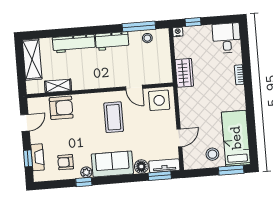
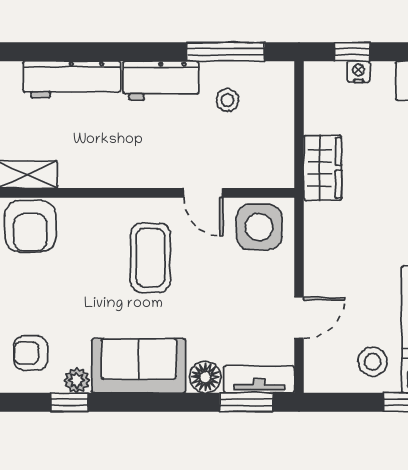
nightstand: (178, 32) -> (359, 72), moved
stool: (147, 38) -> (227, 100), moved
armchair: (61, 108) -> (30, 226), turned 90

